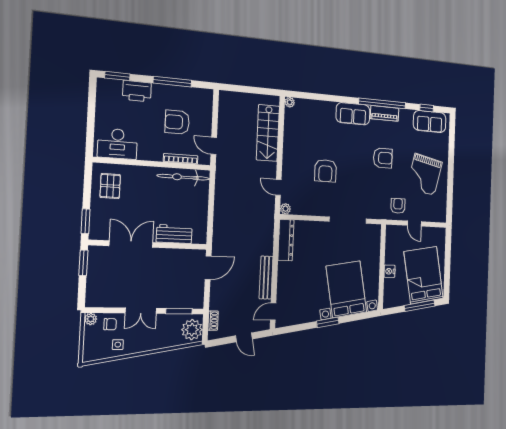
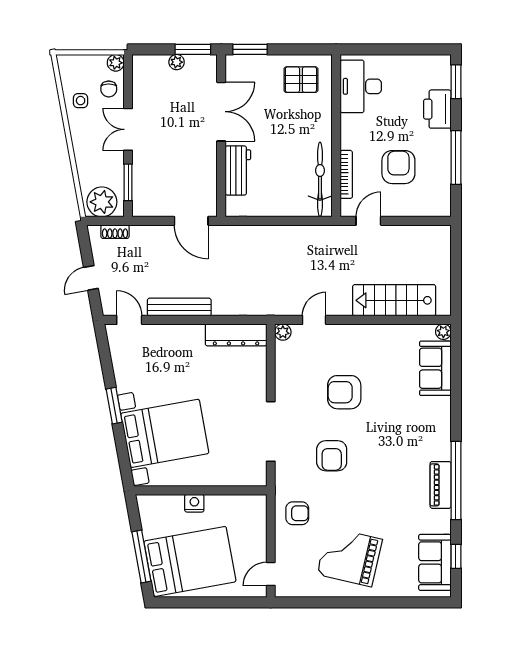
sofa: (353, 114) -> (435, 368), moved
armchair: (383, 158) -> (332, 456), moved
door: (414, 224) -> (271, 574), moved
plant: (92, 275) -> (177, 62), added

